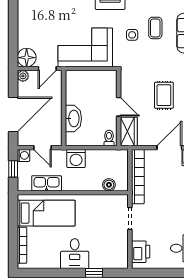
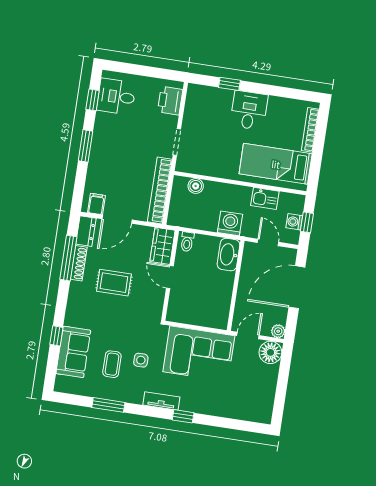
rug: (164, 95) -> (114, 283), turned 90
washbasin: (73, 119) -> (228, 255), moved
washing machine: (23, 155) -> (294, 222), moved
kitchen sink: (47, 183) -> (265, 198), width x0.73

